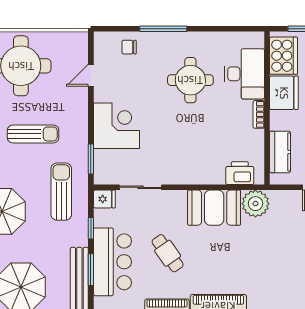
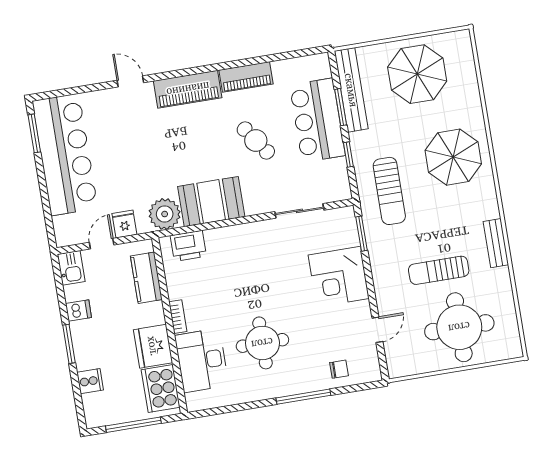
sun lounger: (33, 134) -> (439, 270), moved
fridge: (104, 199) -> (124, 224), moved, turned 90

